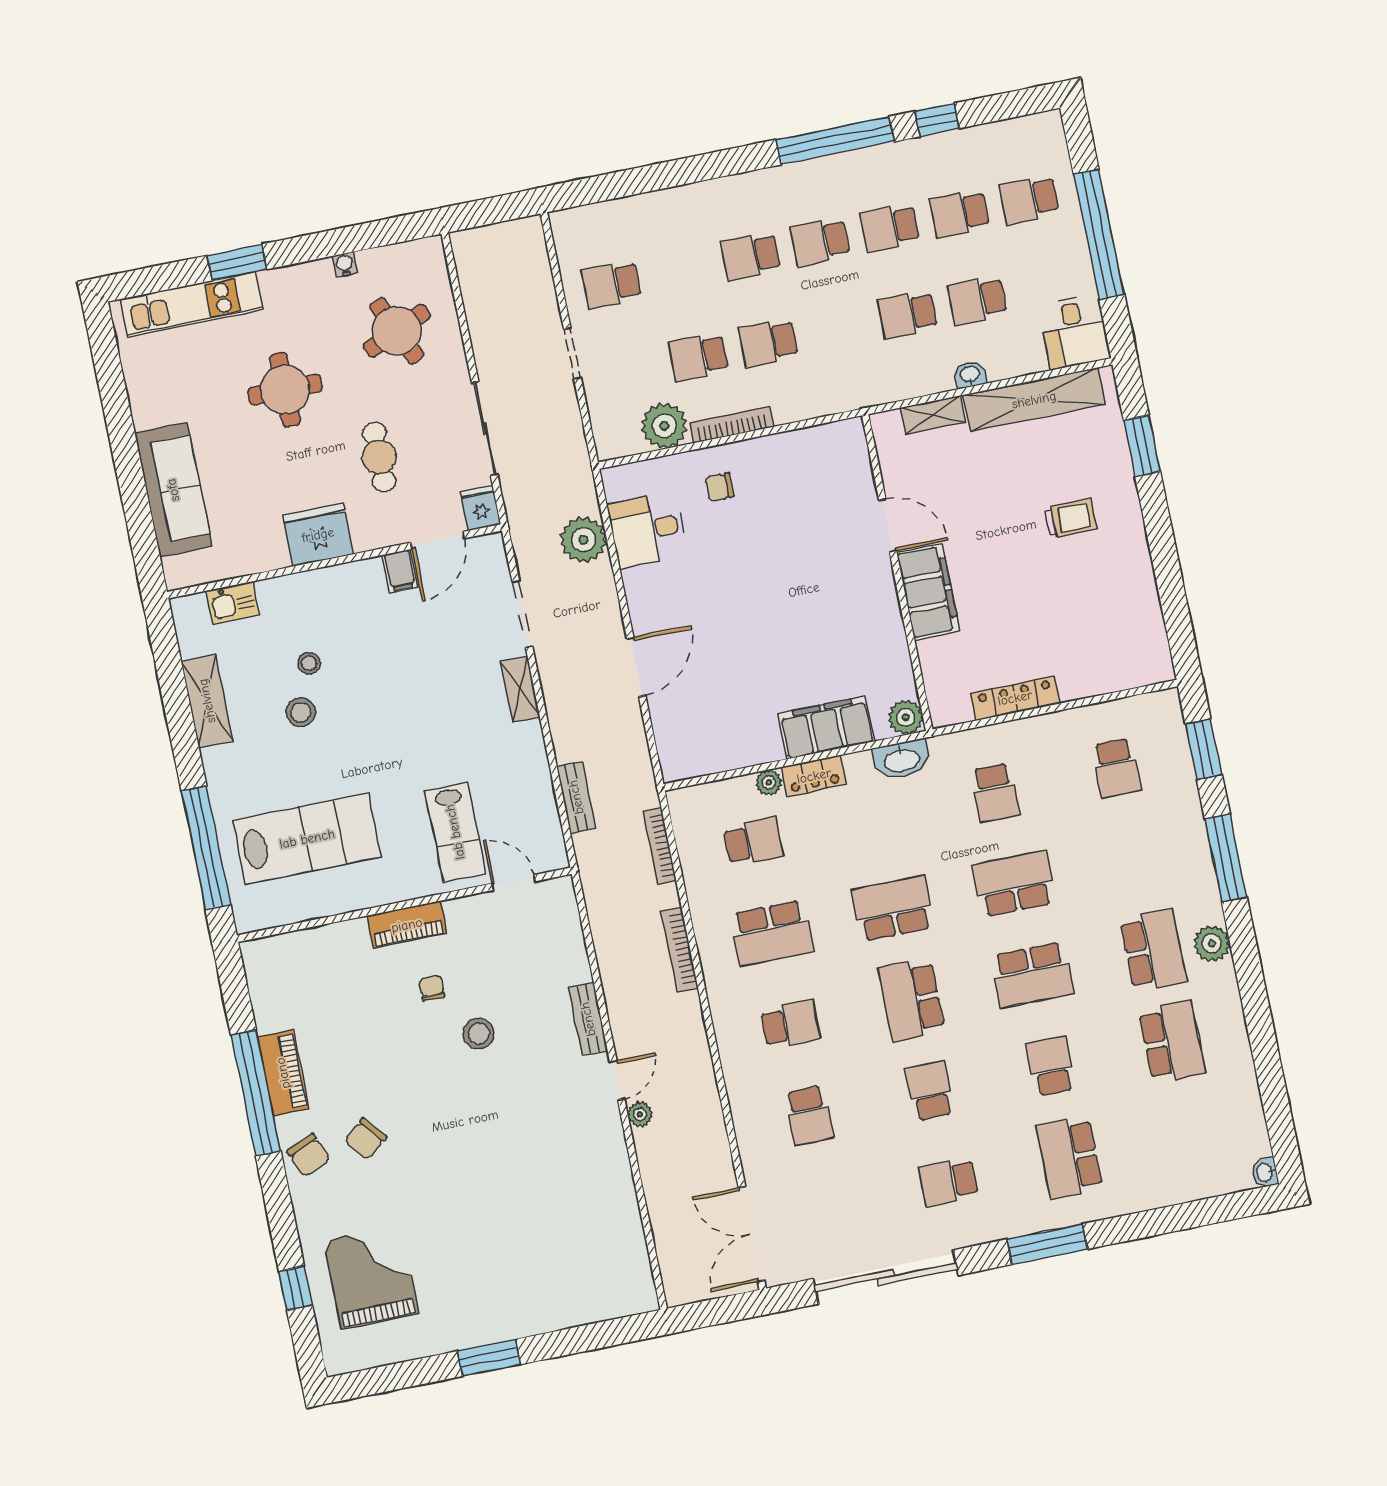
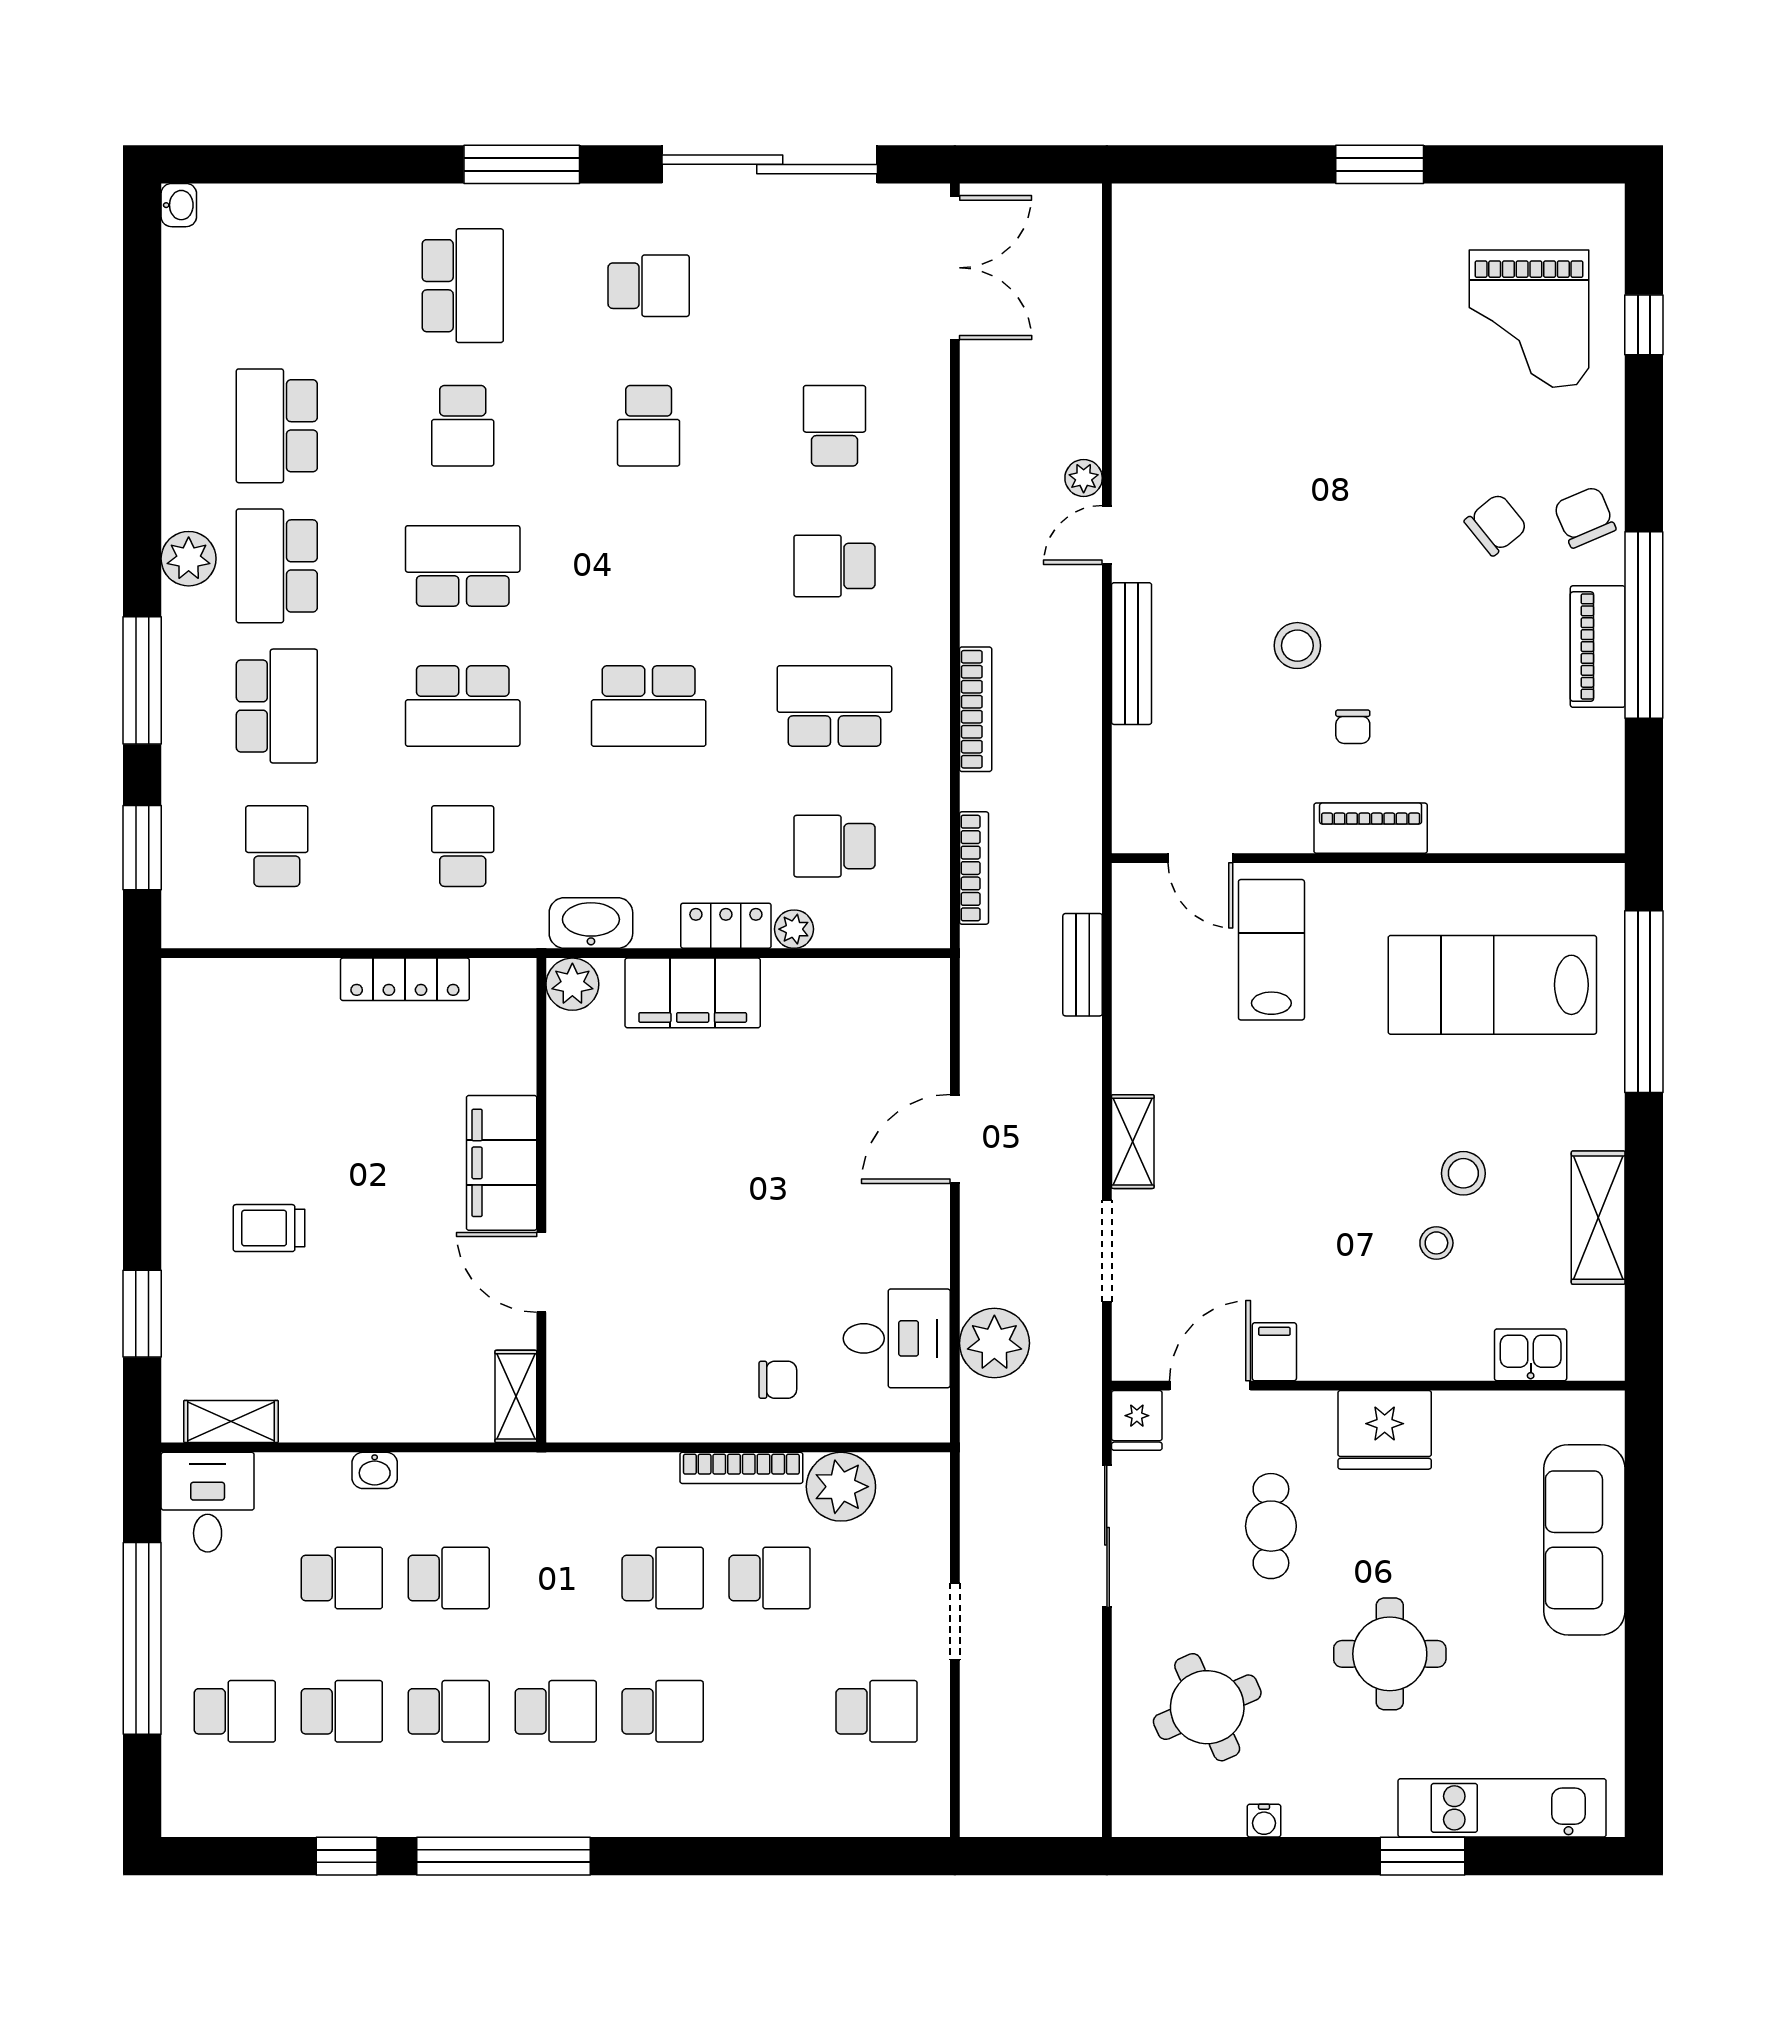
shelving: (1034, 400) -> (231, 1421), width x0.45, depth x0.75
shelving: (933, 415) -> (516, 1396), moved, turned 90
school desk: (911, 1000) -> (277, 706), moved
bench: (588, 1019) -> (1132, 654), width x1.36

